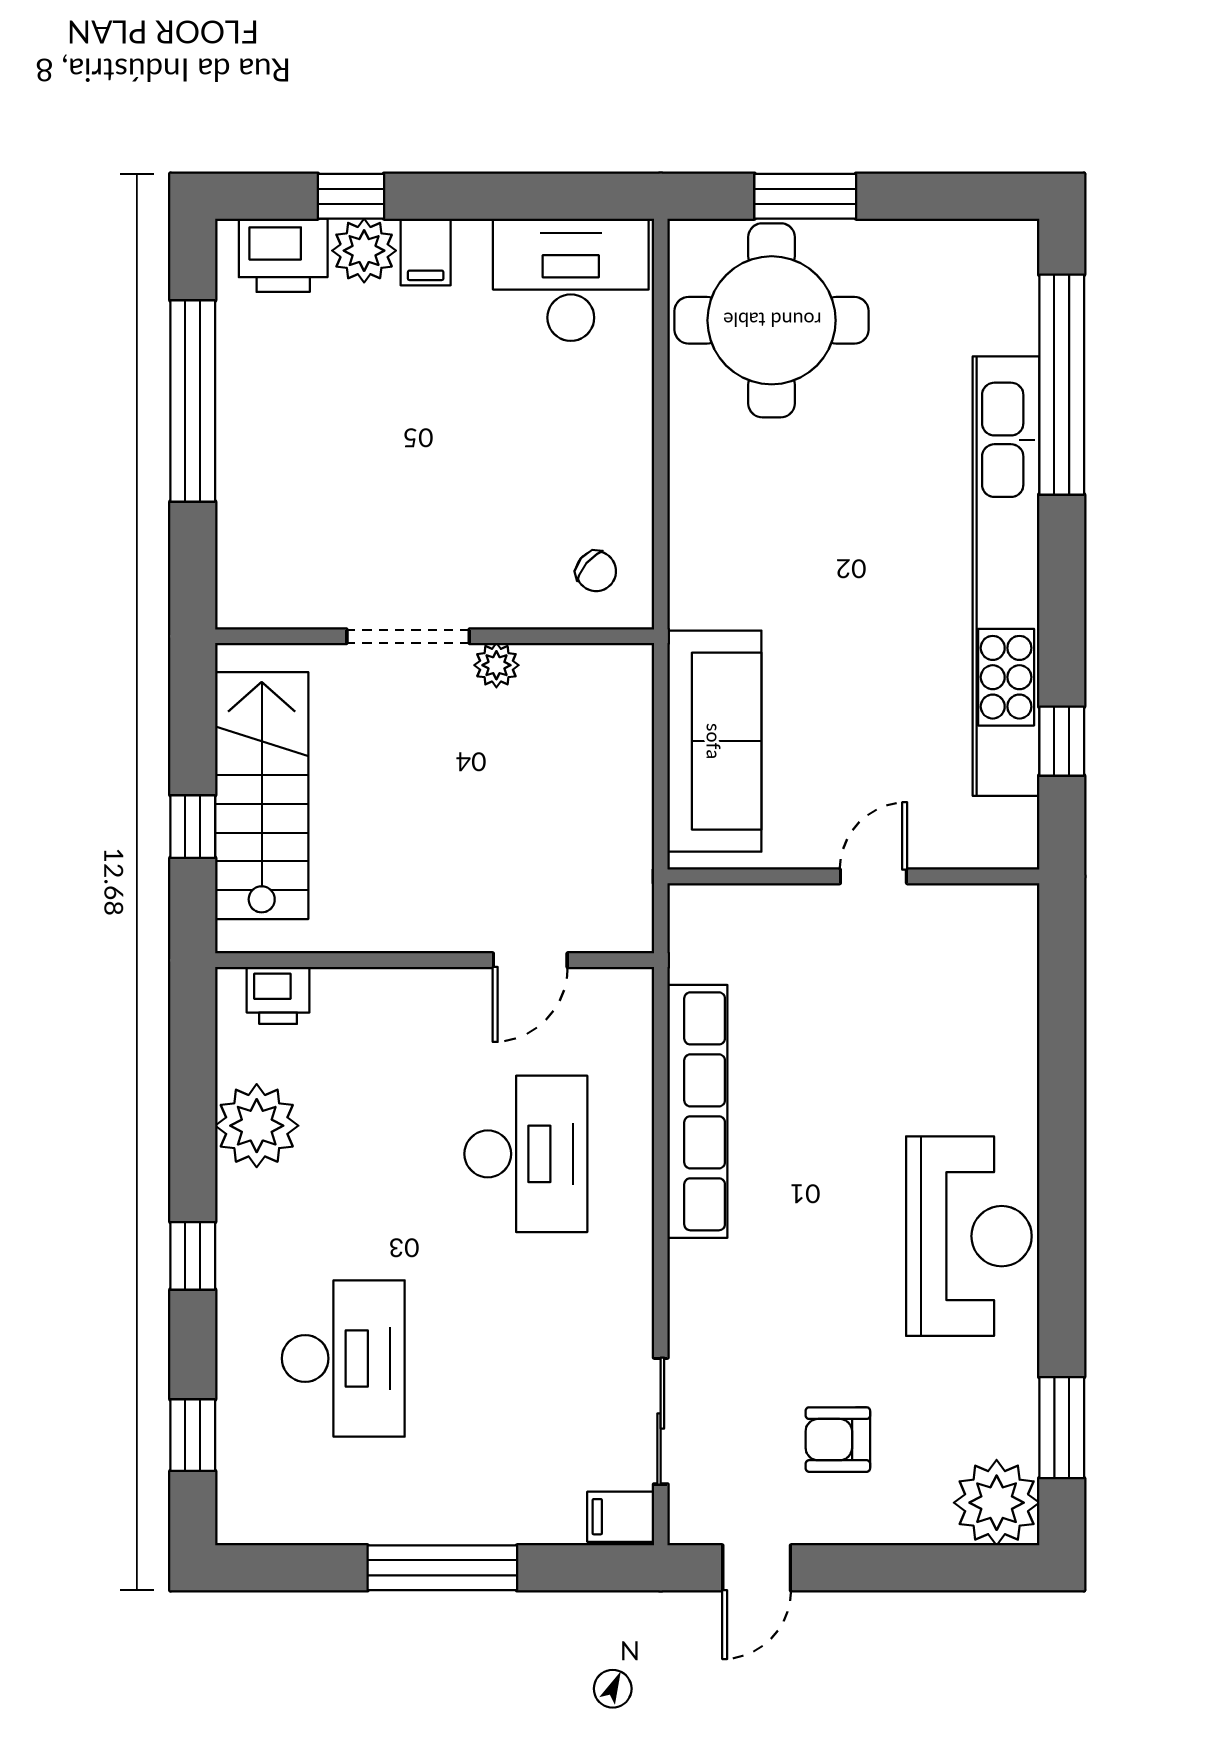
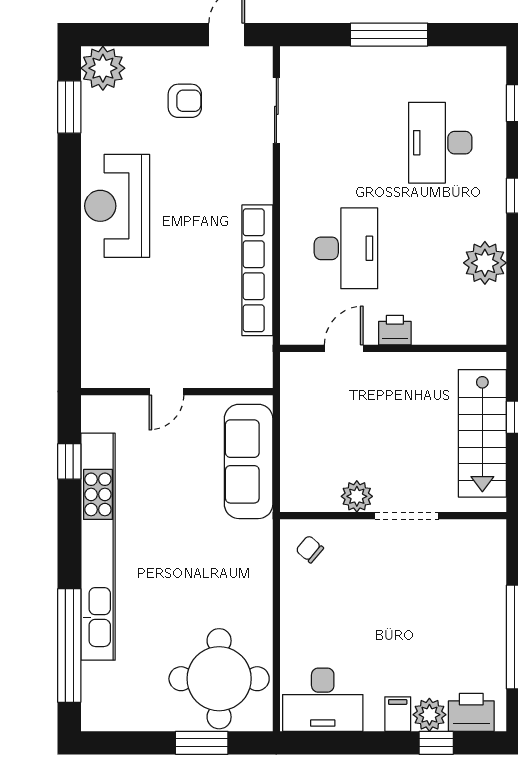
plant: (496, 665) -> (357, 496), width x1.38, depth x1.38
printer: (278, 995) -> (395, 330), moved
desk: (526, 1154) -> (346, 248), turned 180
filing cabinet: (621, 1517) -> (297, 61), removed

